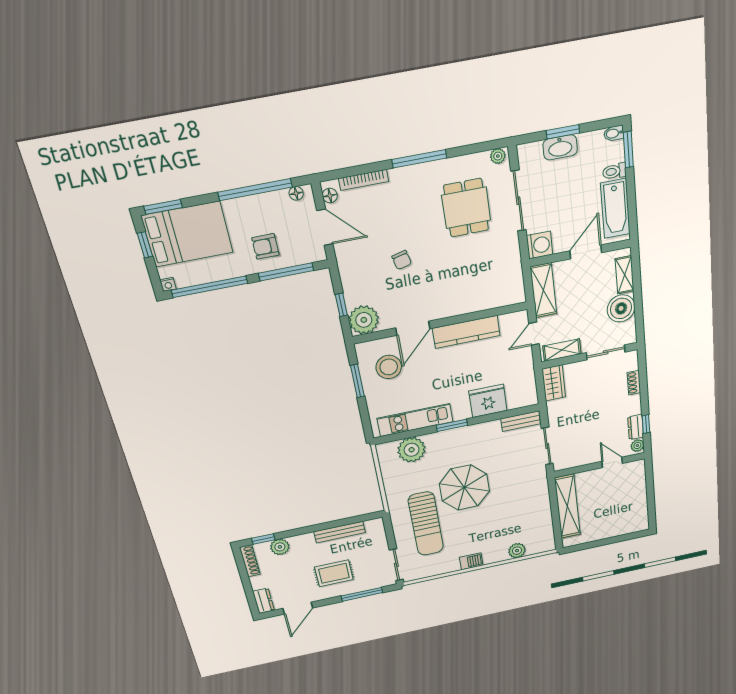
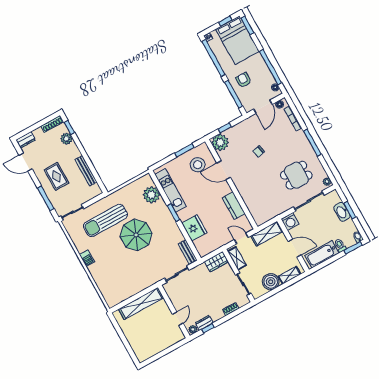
kitchen counter: (466, 332) -> (234, 206), width x0.67
plant: (517, 551) -> (102, 284), removed

